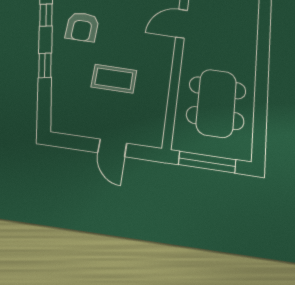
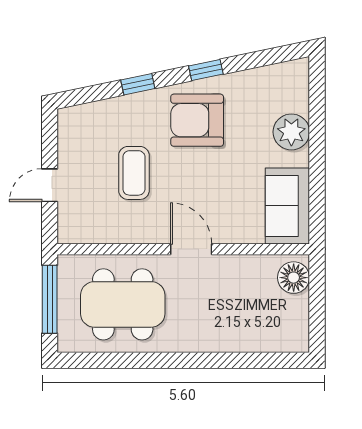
door: (182, 24) -> (191, 249), moved
armchair: (82, 27) -> (197, 120), width x1.36, depth x1.36

